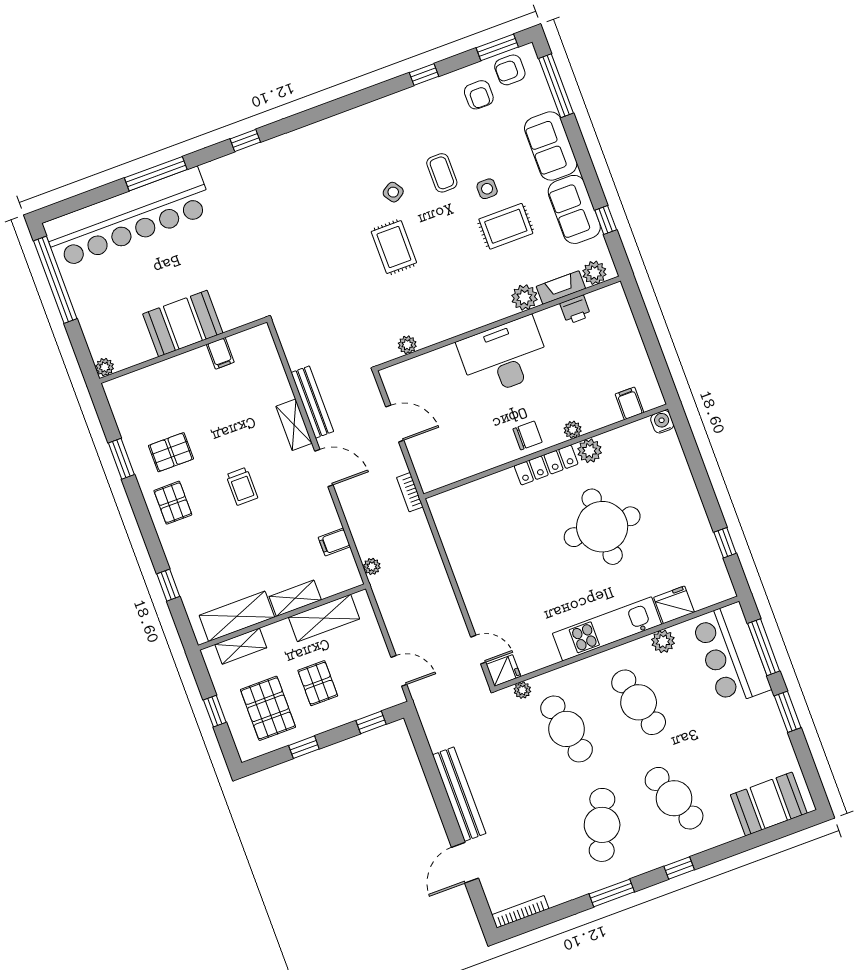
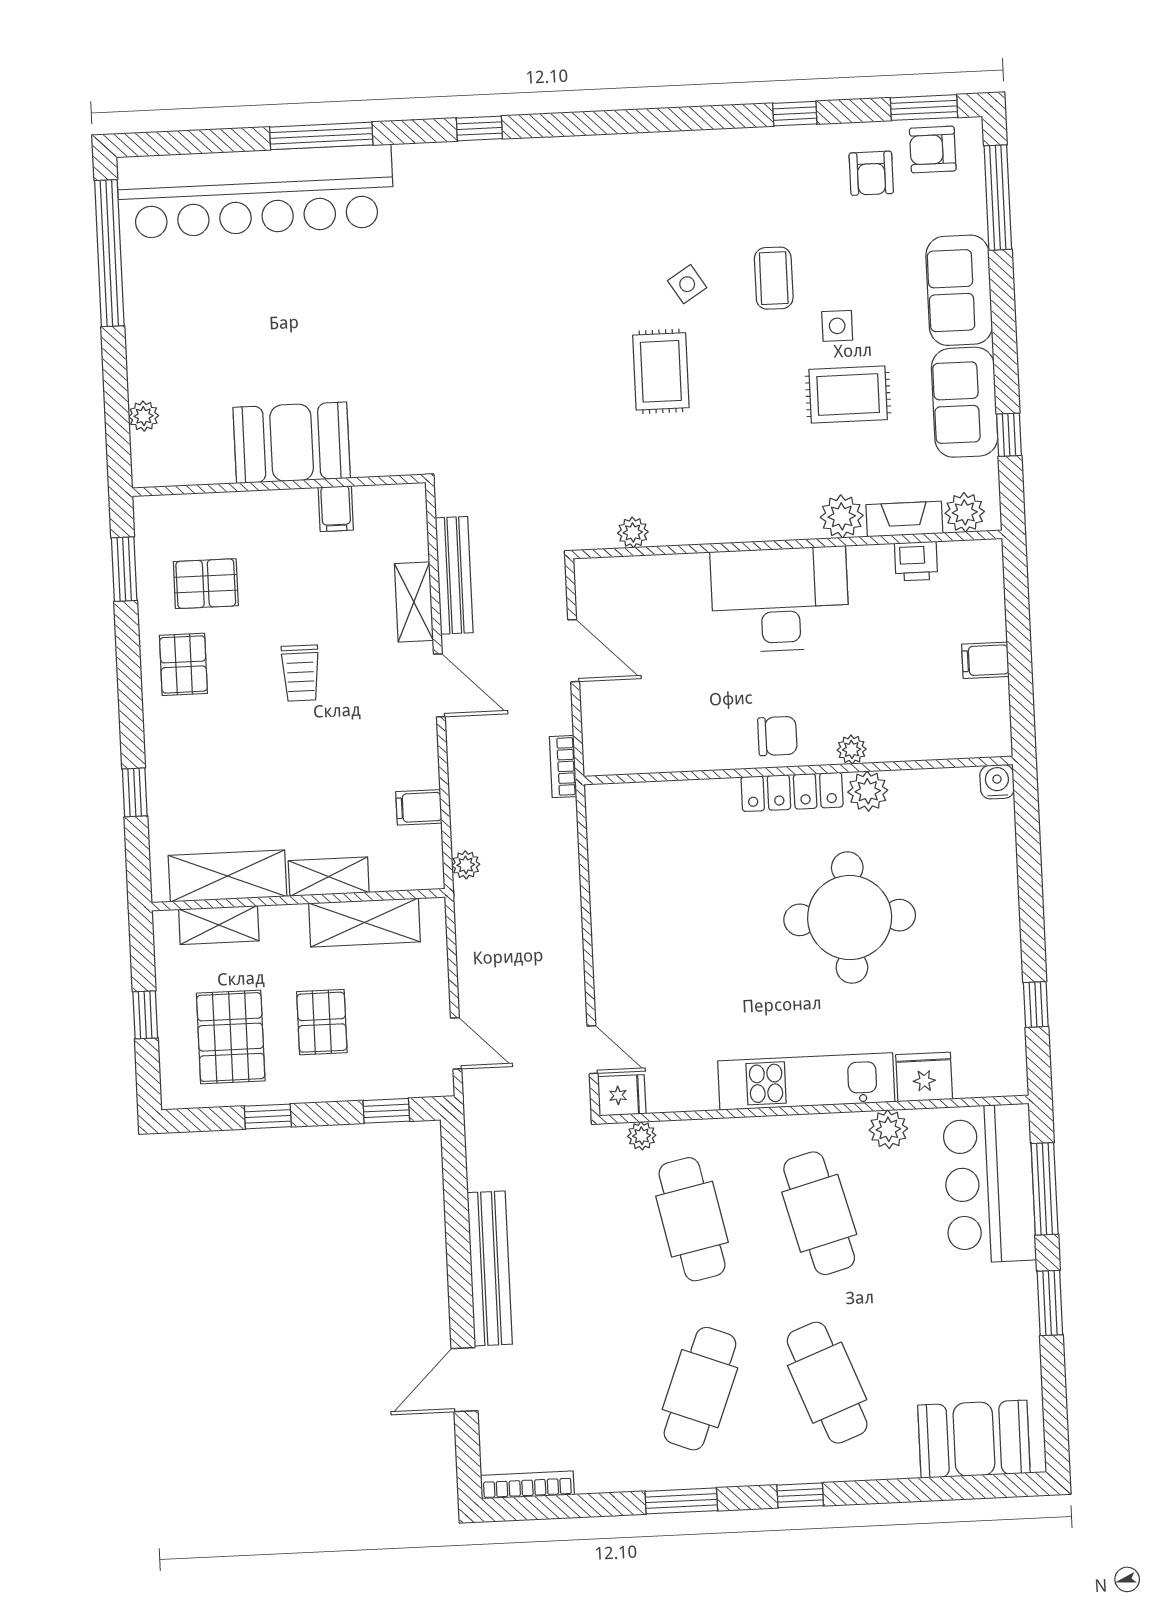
booth: (183, 323) -> (292, 443), moved
wall: (183, 350) -> (279, 485), moved
filing cabinet: (220, 353) -> (336, 509), moved
filing cabinet: (629, 403) -> (985, 660), moved, turned -90

